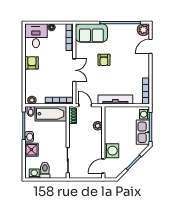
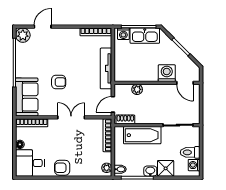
door: (150, 46) -> (43, 27), swing flipped
bathtub: (51, 114) -> (142, 135), moved, turned 90

